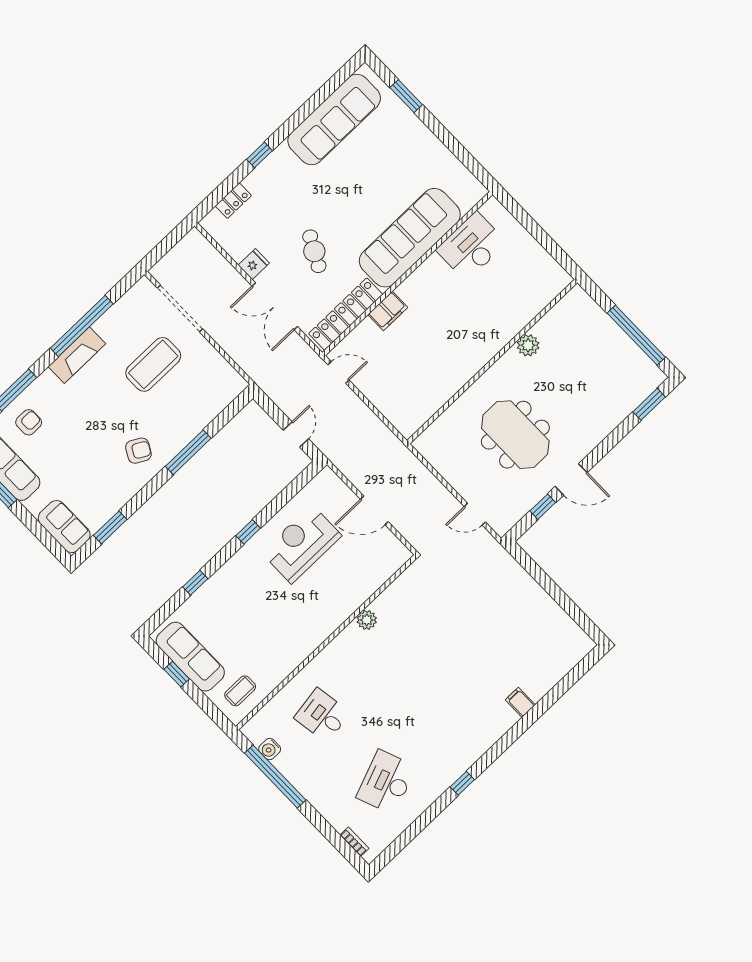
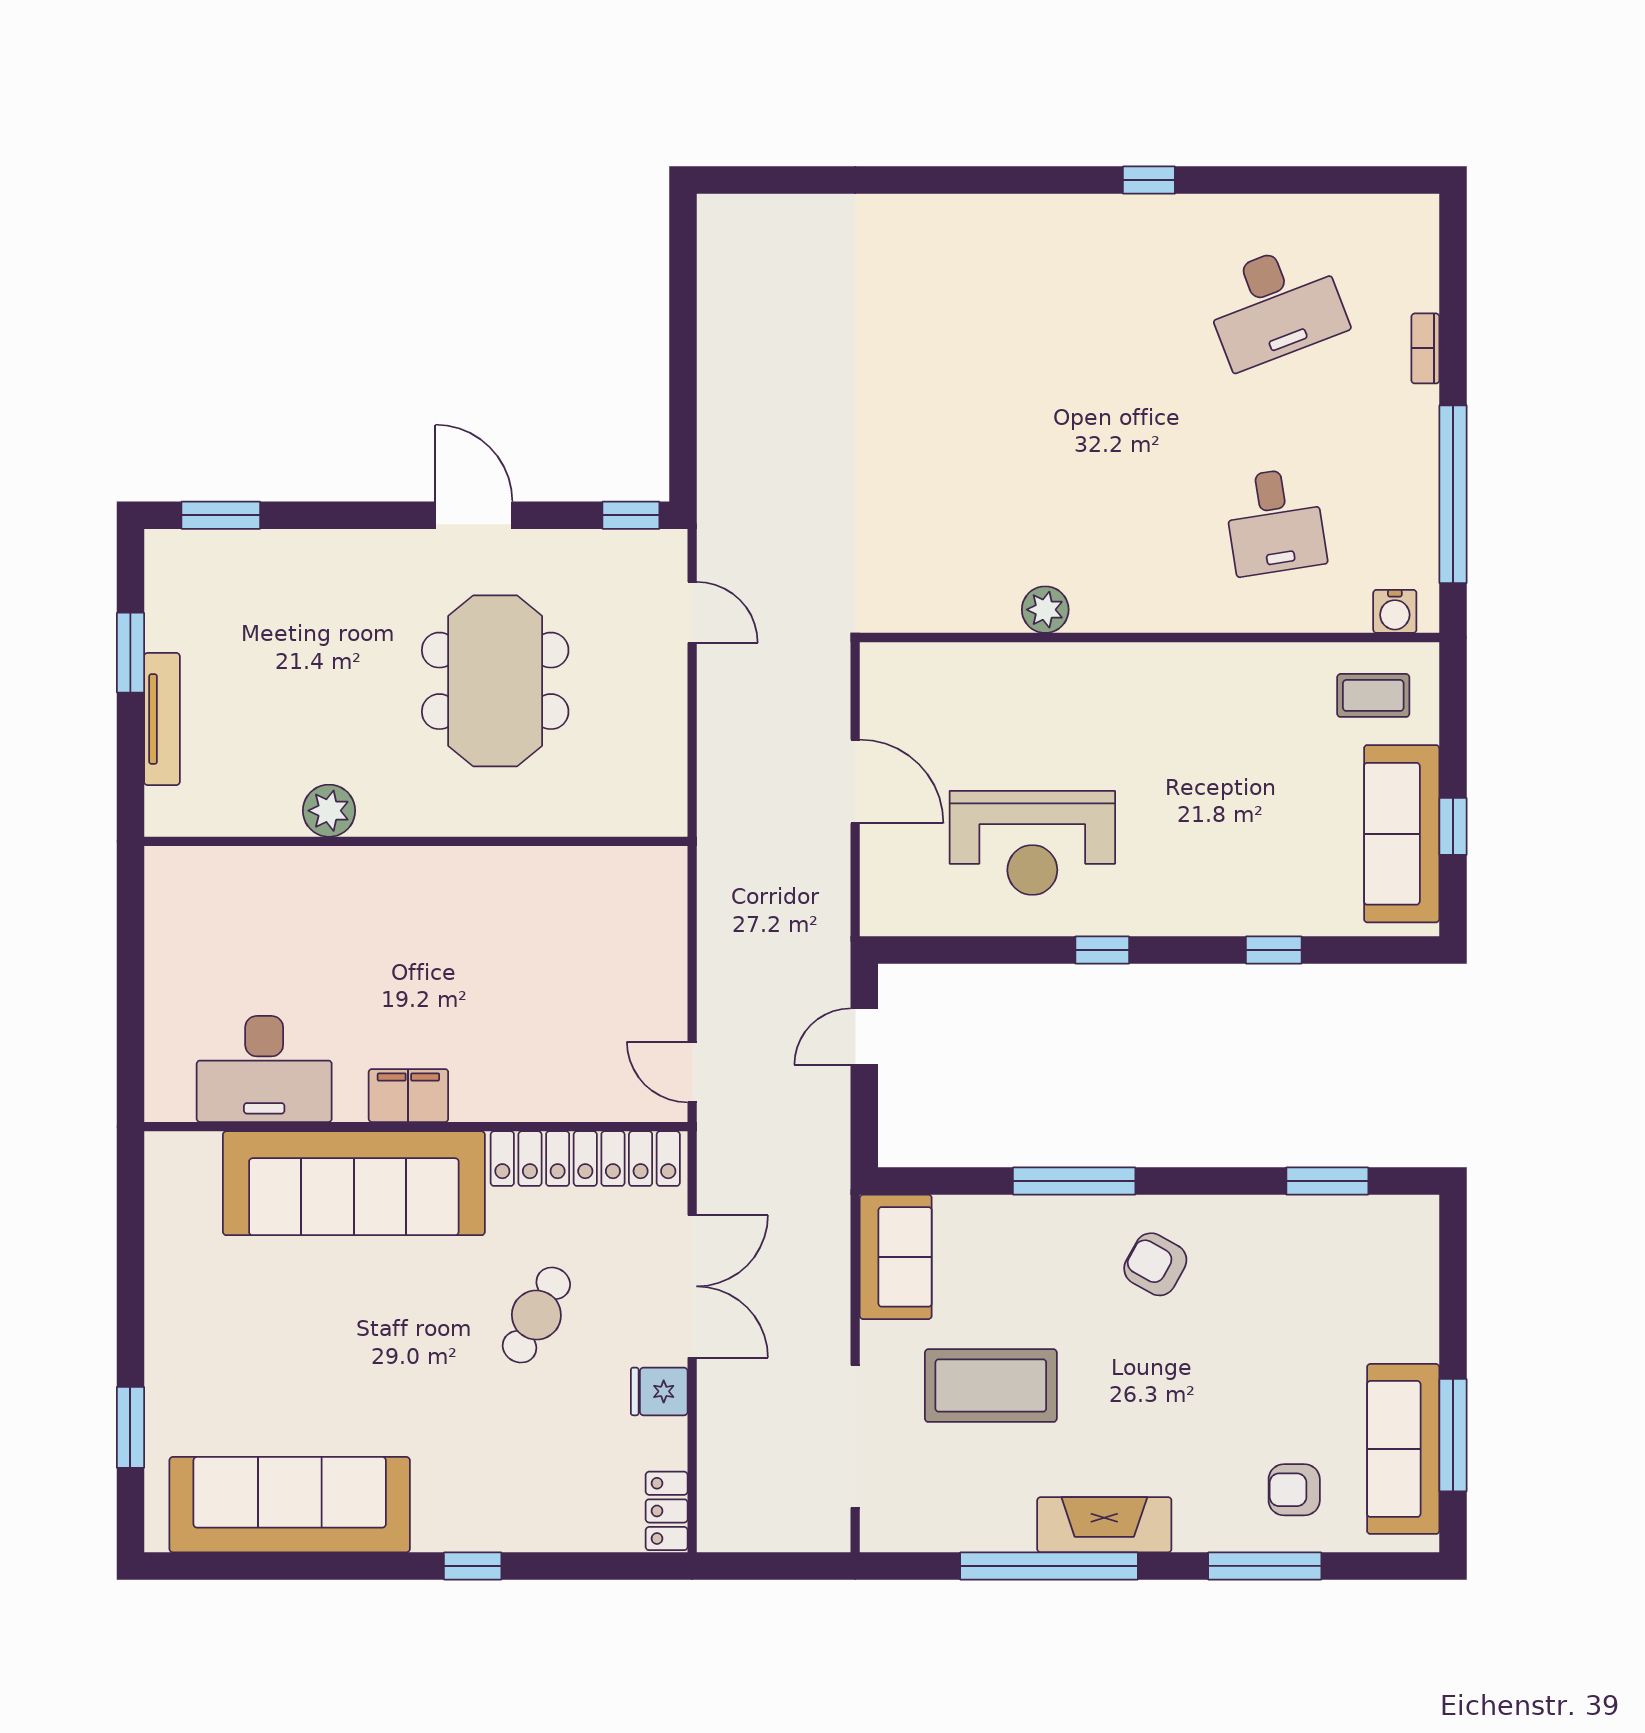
locker: (233, 201) -> (667, 1511), moved, turned -90
filing cabinet: (388, 311) -> (408, 1096), moved
tv unit: (607, 324) -> (162, 719), added
window: (636, 335) -> (130, 653), width x0.47
window: (543, 507) -> (631, 515), moved
sofa: (64, 527) -> (896, 1257), moved, turned 180
filing cabinet: (520, 702) -> (920, 222), removed
water cooler: (270, 749) -> (1395, 611), moved, turned 90
bookcase: (354, 842) -> (1425, 348), moved

